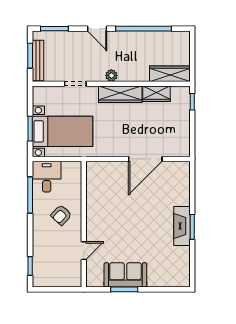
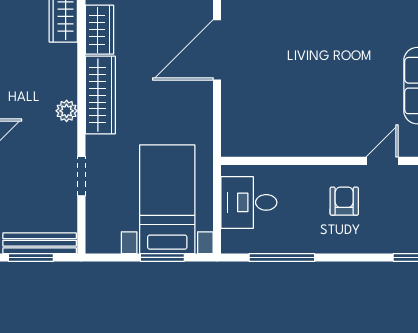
door: (145, 159) -> (217, 50), swing flipped
desk: (47, 177) -> (249, 202), moved
armchair: (61, 215) -> (344, 201), moved, turned -133
door: (84, 251) -> (382, 161), hinge flipped

